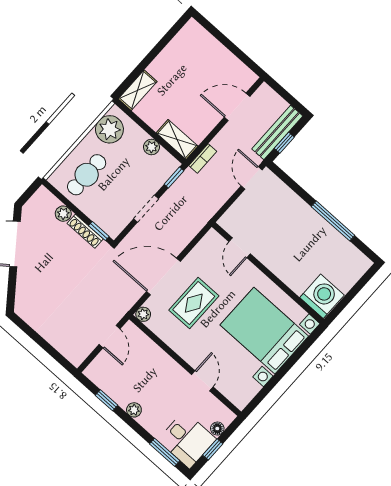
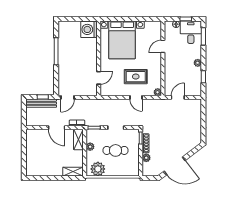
door: (237, 107) -> (57, 128), moved
cafe table: (87, 175) -> (116, 150), moved
door: (163, 276) -> (136, 97), width x0.53

